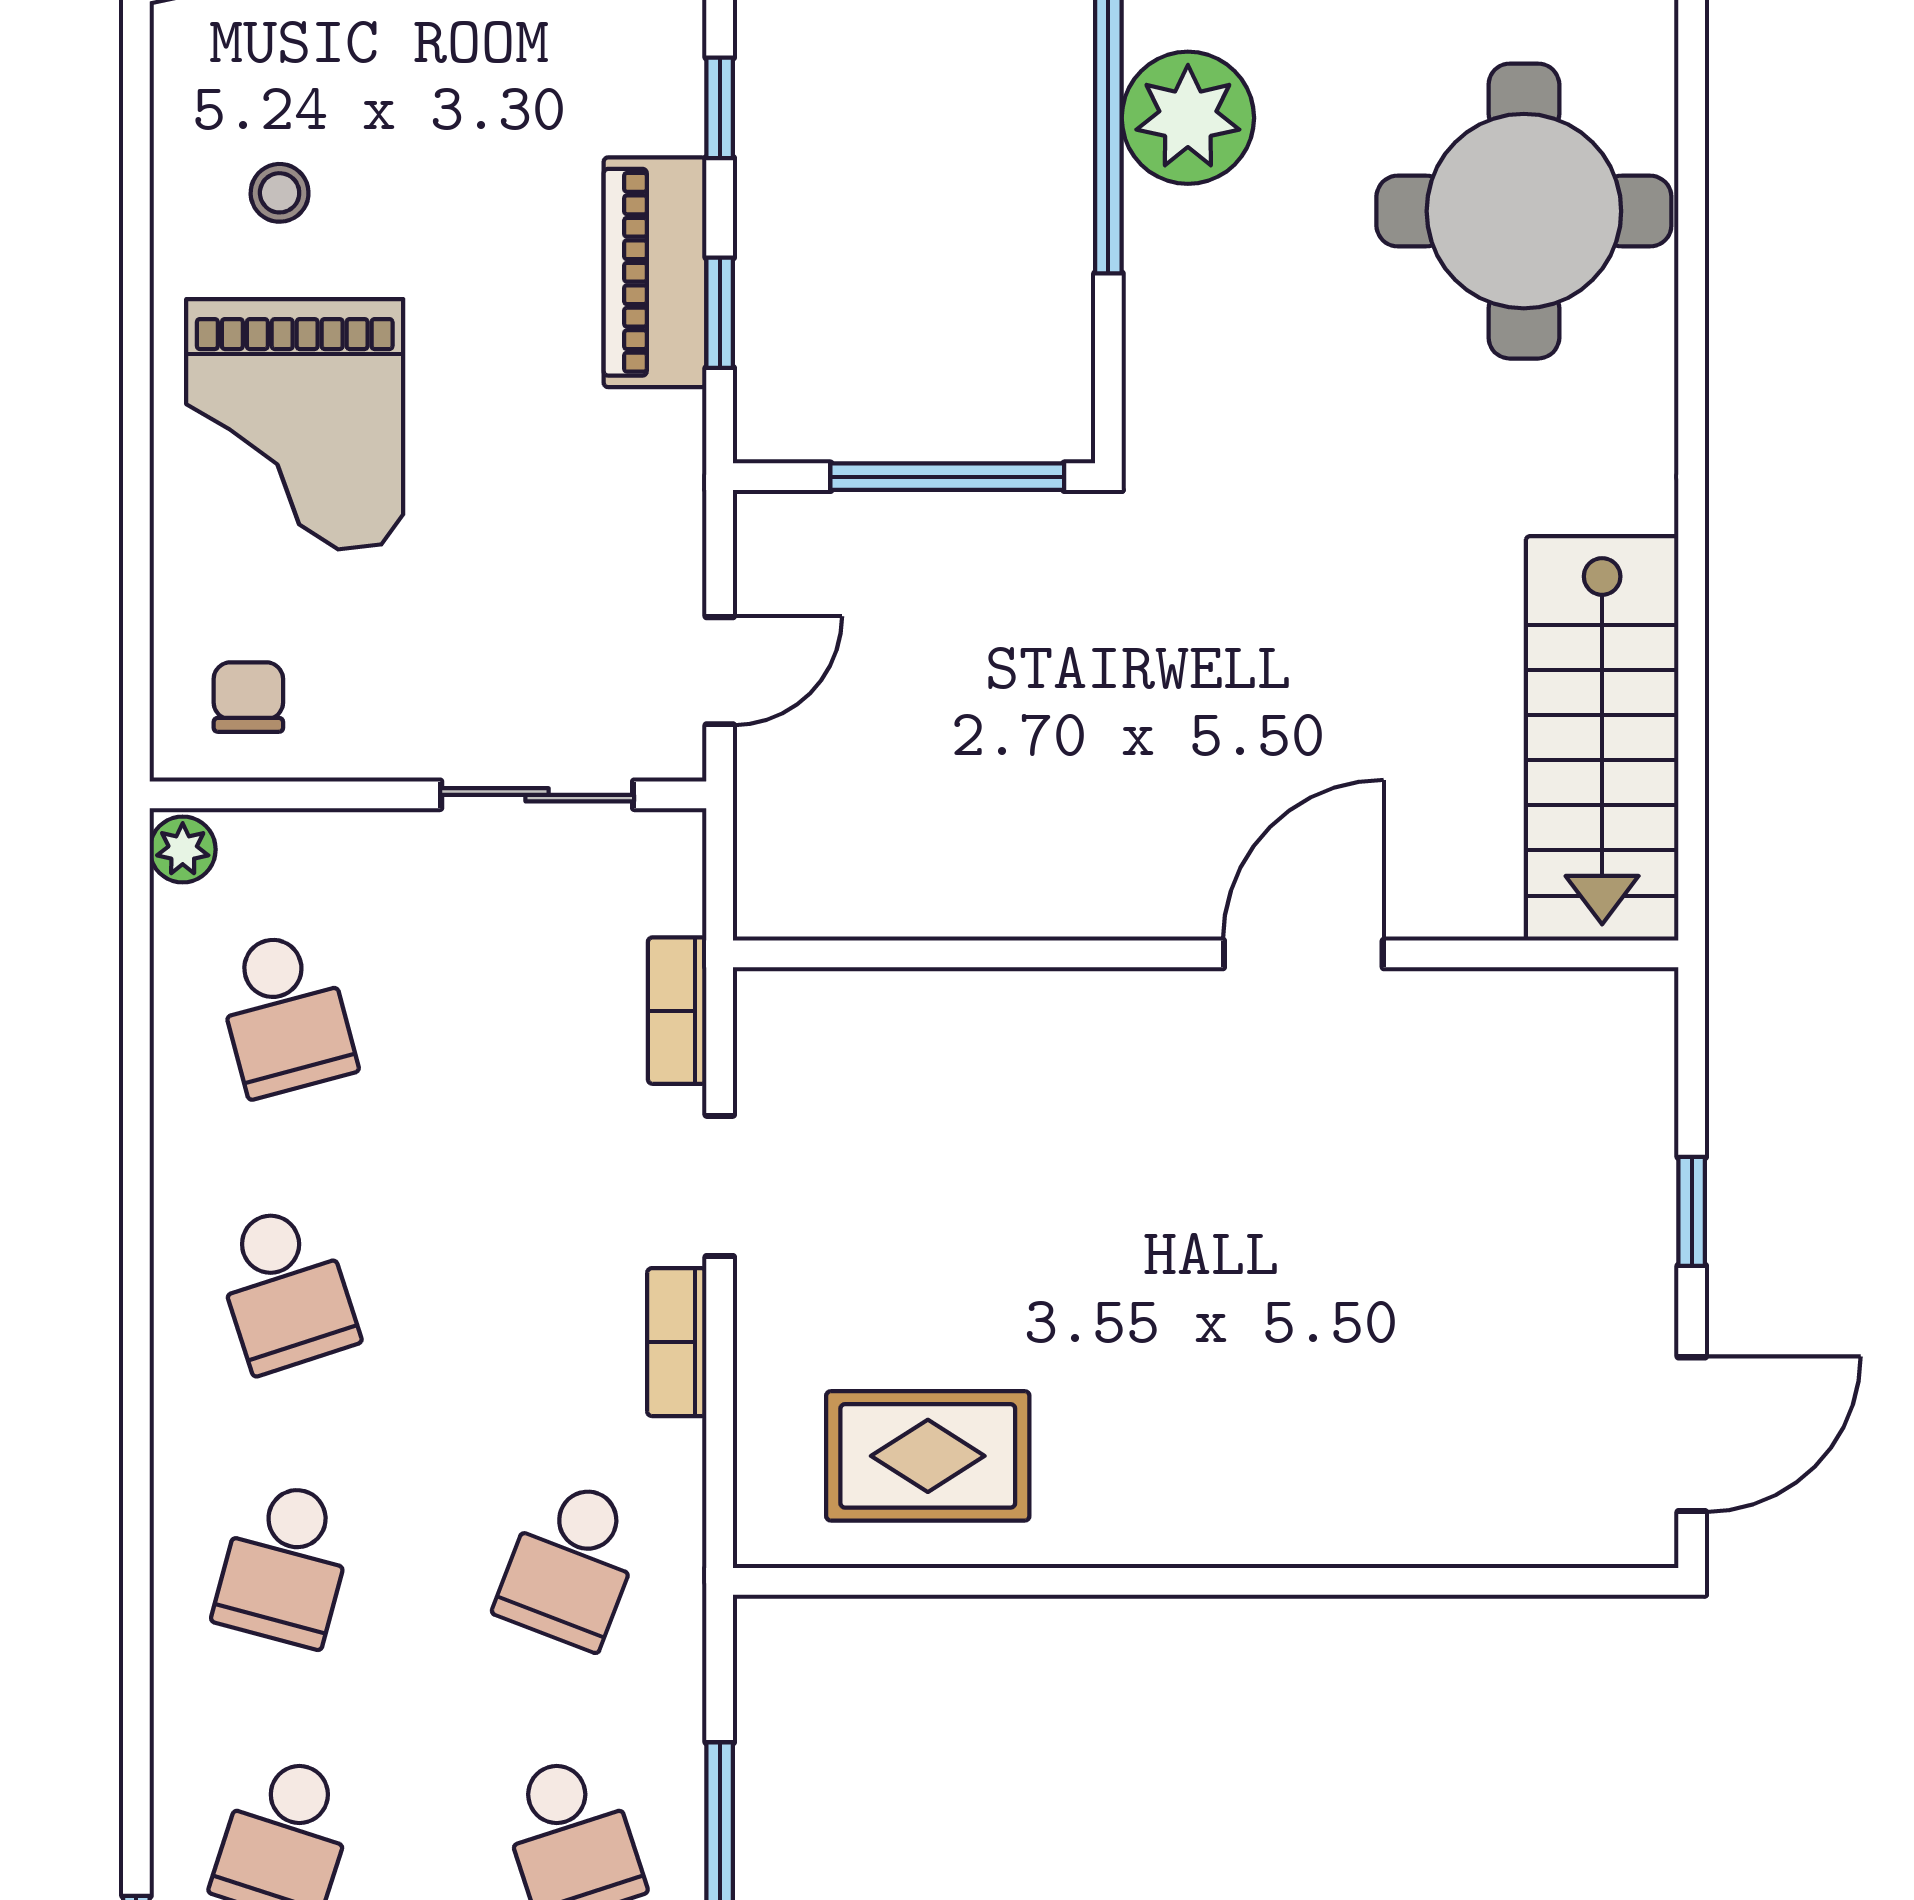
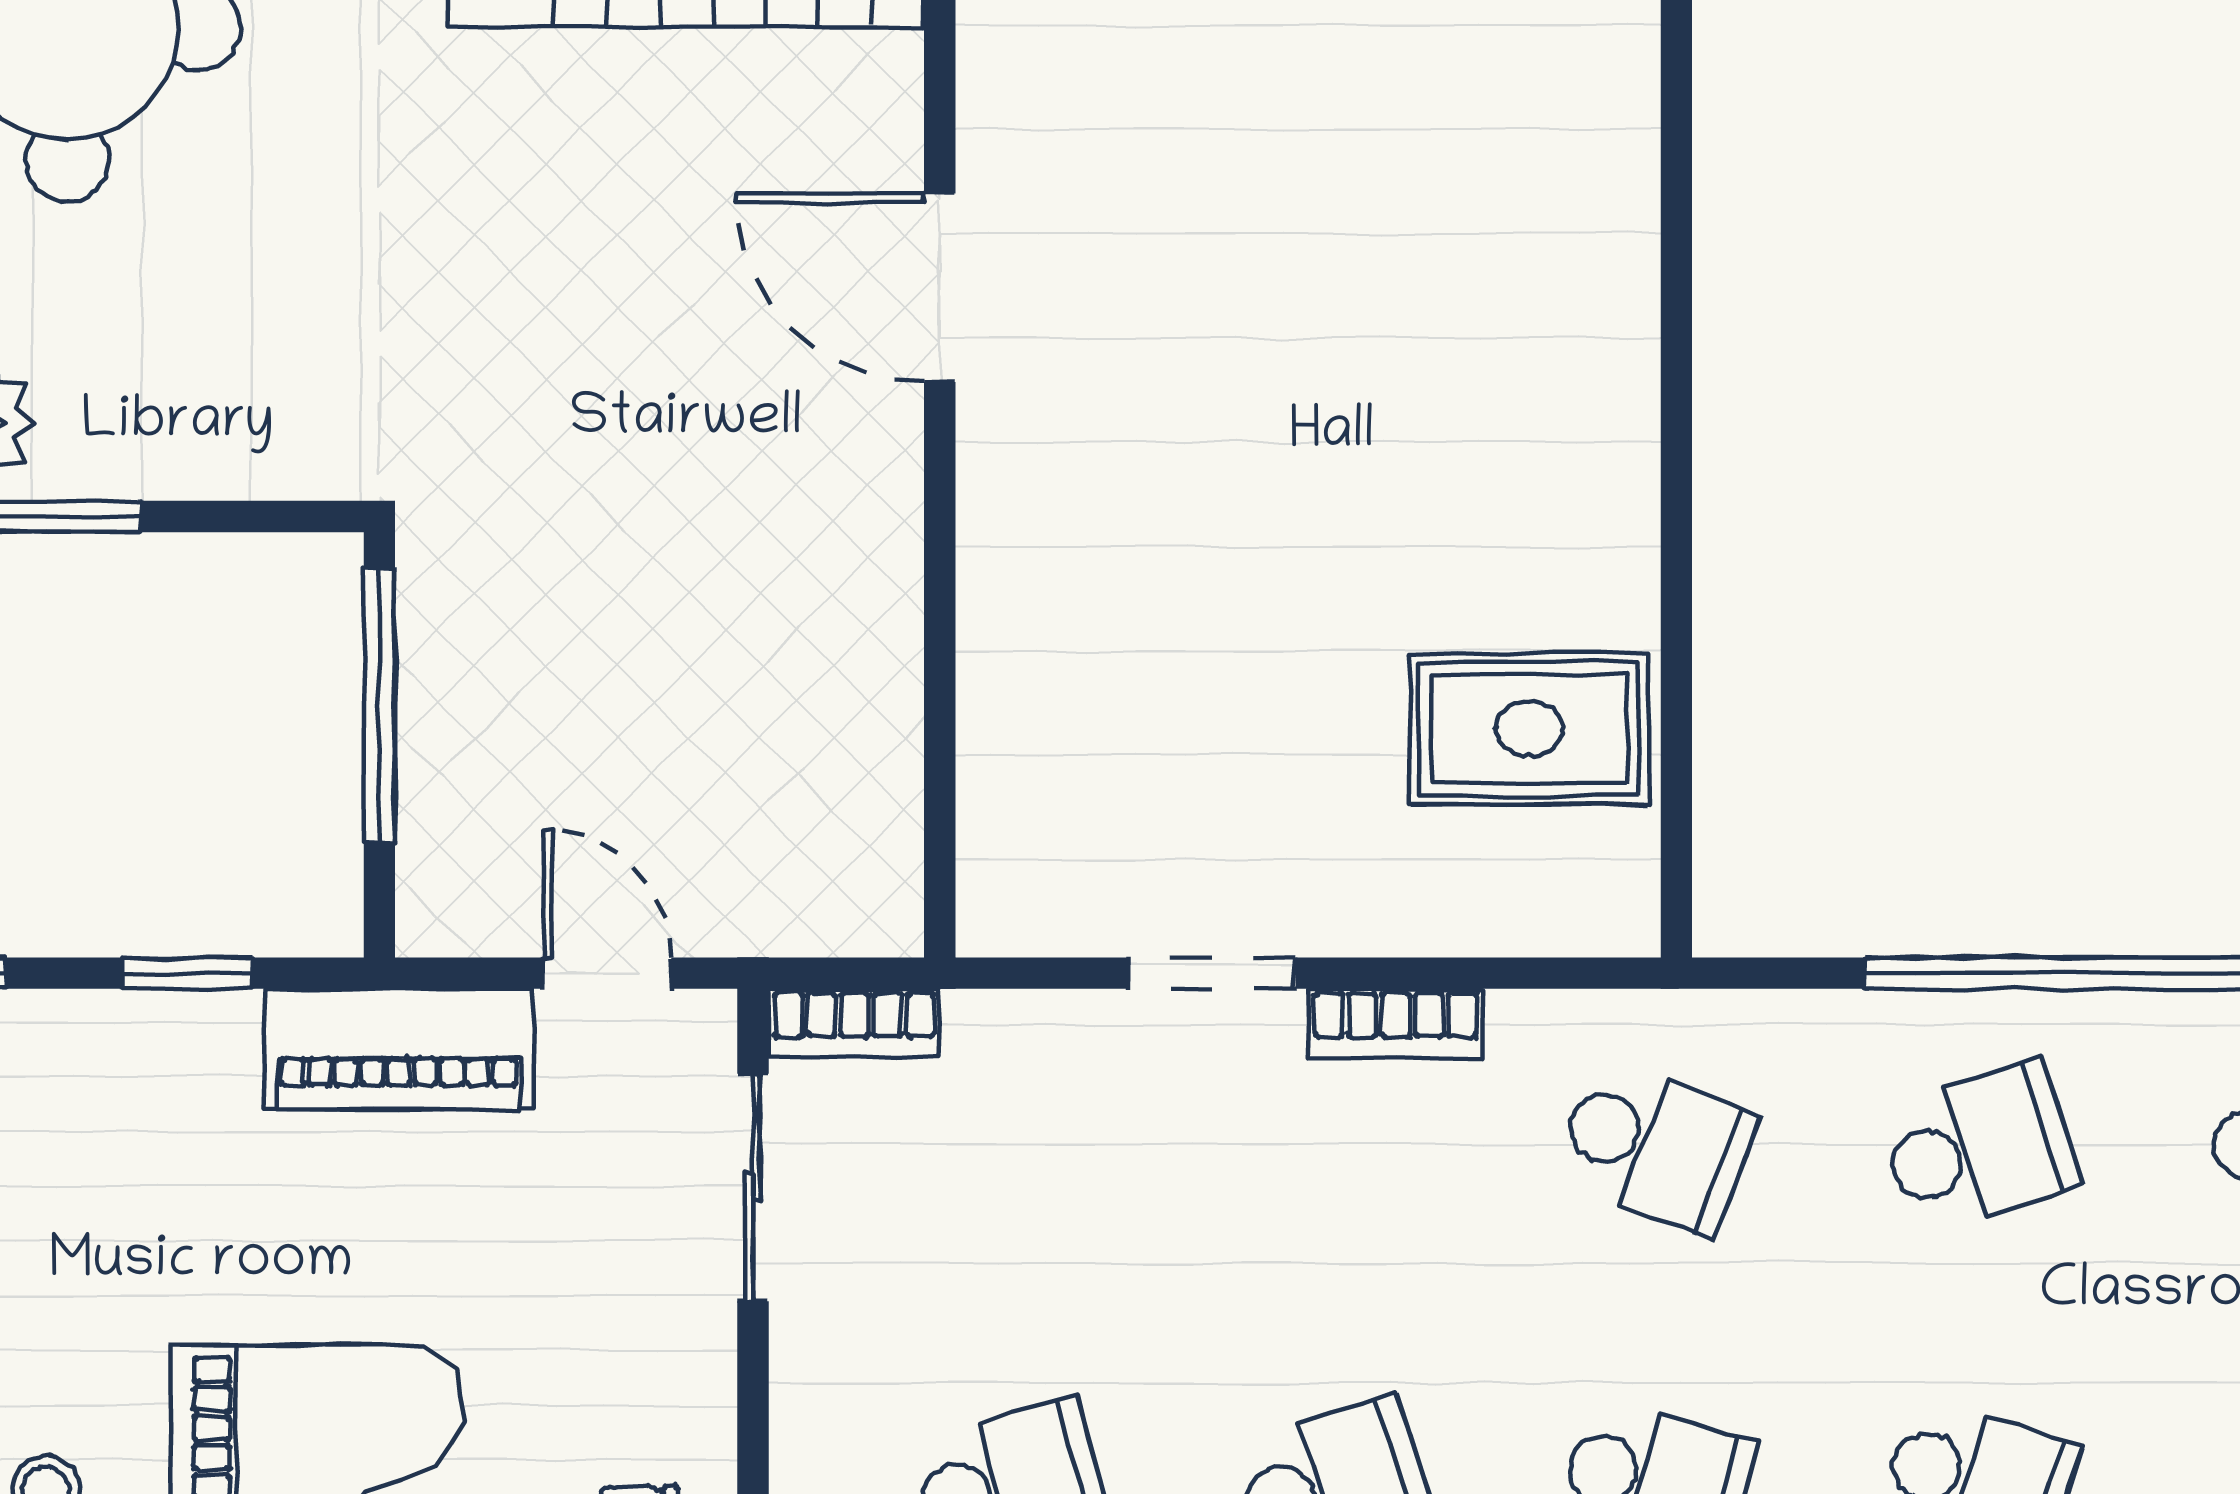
piano: (655, 272) -> (399, 1049), moved
bookcase: (677, 1011) -> (854, 1023), moved
rug: (928, 1456) -> (1529, 729), turned 90

